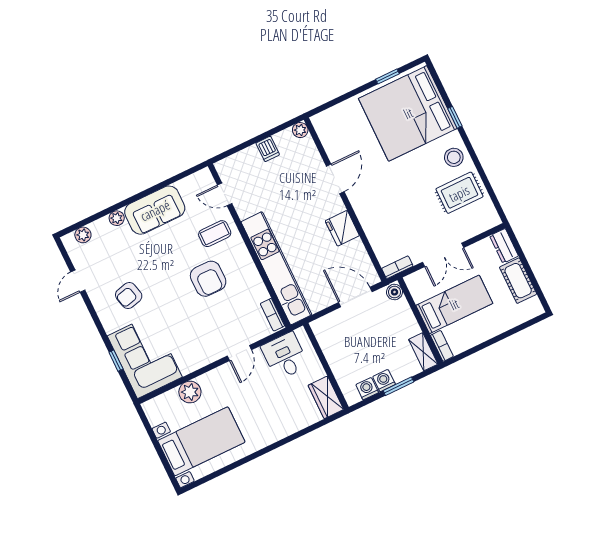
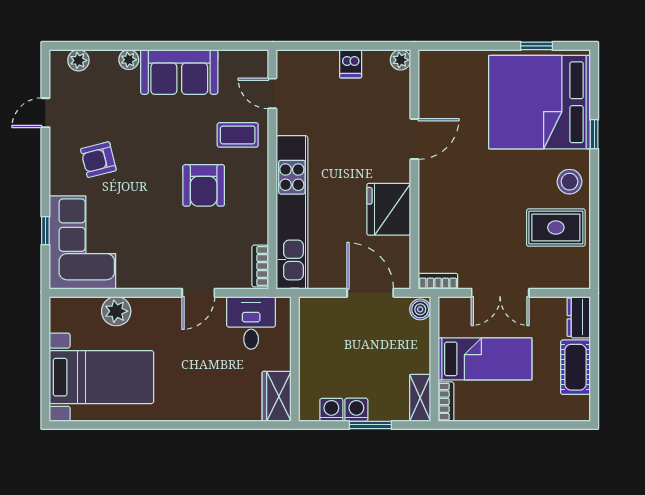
fridge: (342, 228) -> (389, 209), width x1.36, depth x1.34

